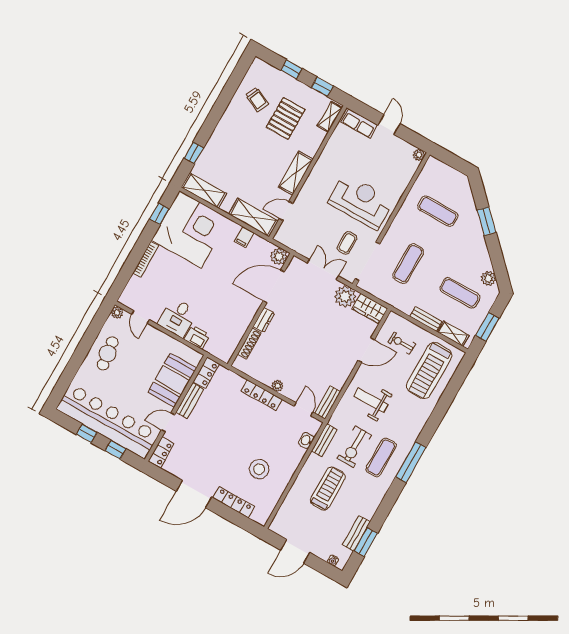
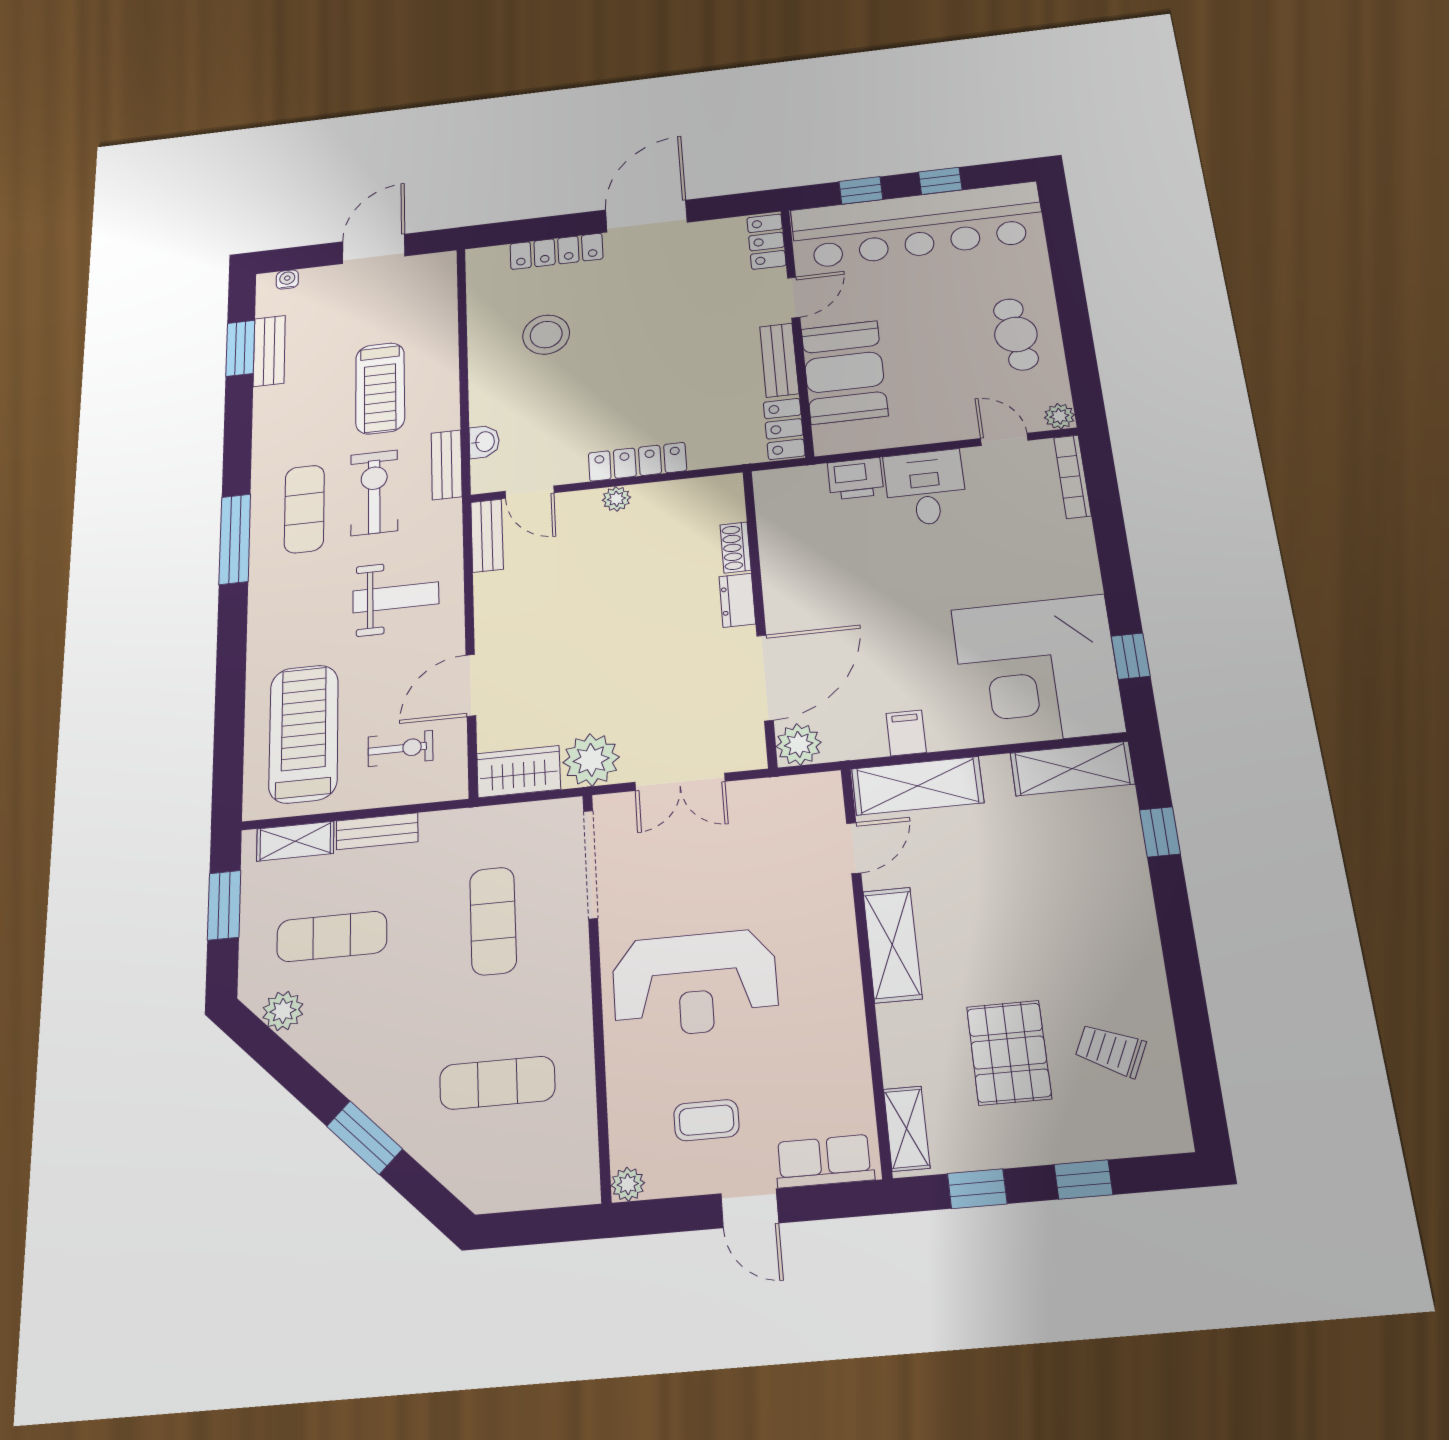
coffee table: (347, 243) -> (706, 1120), moved, turned 90
bookcase: (146, 259) -> (1072, 477), moved
shoe rack: (249, 344) -> (736, 548), width x0.70

